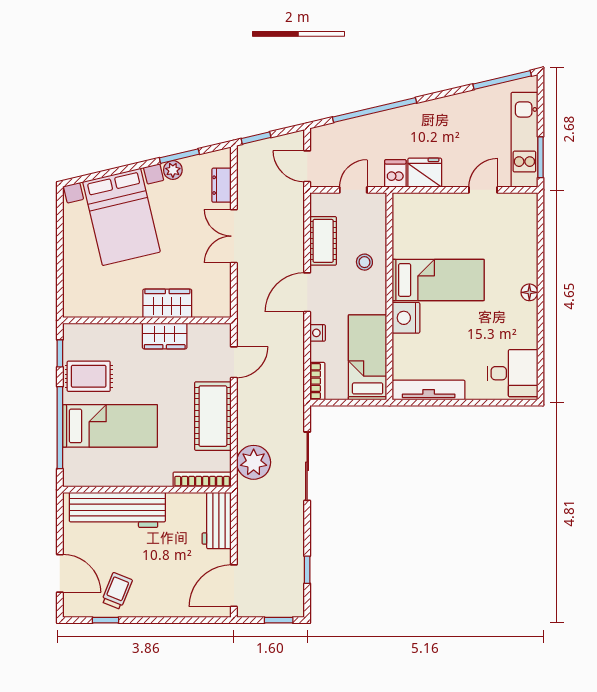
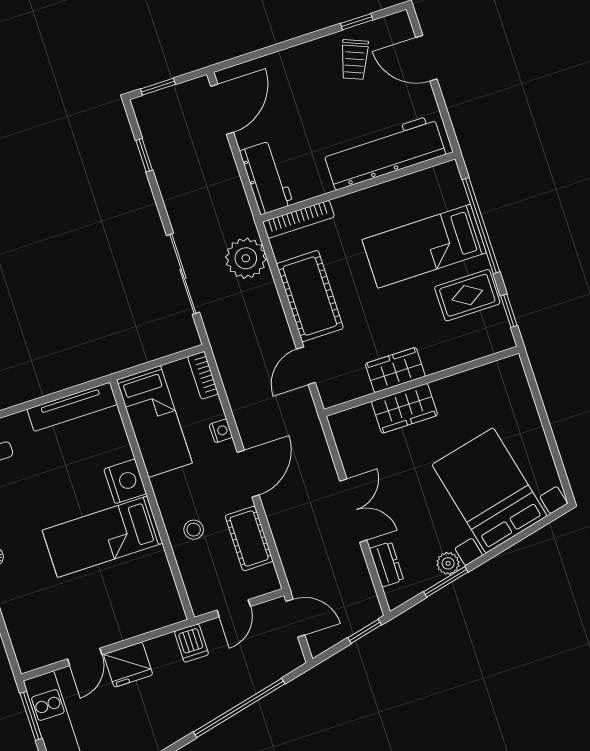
fridge: (425, 173) -> (128, 665), moved

